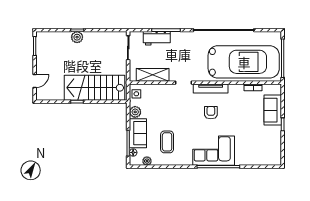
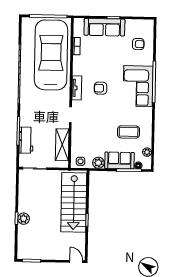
door: (35, 81) -> (76, 262), moved
tv unit: (211, 89) -> (77, 88), width x0.71
sofa: (273, 110) -> (104, 27), width x1.36
armchair: (256, 150) -> (138, 44), added

